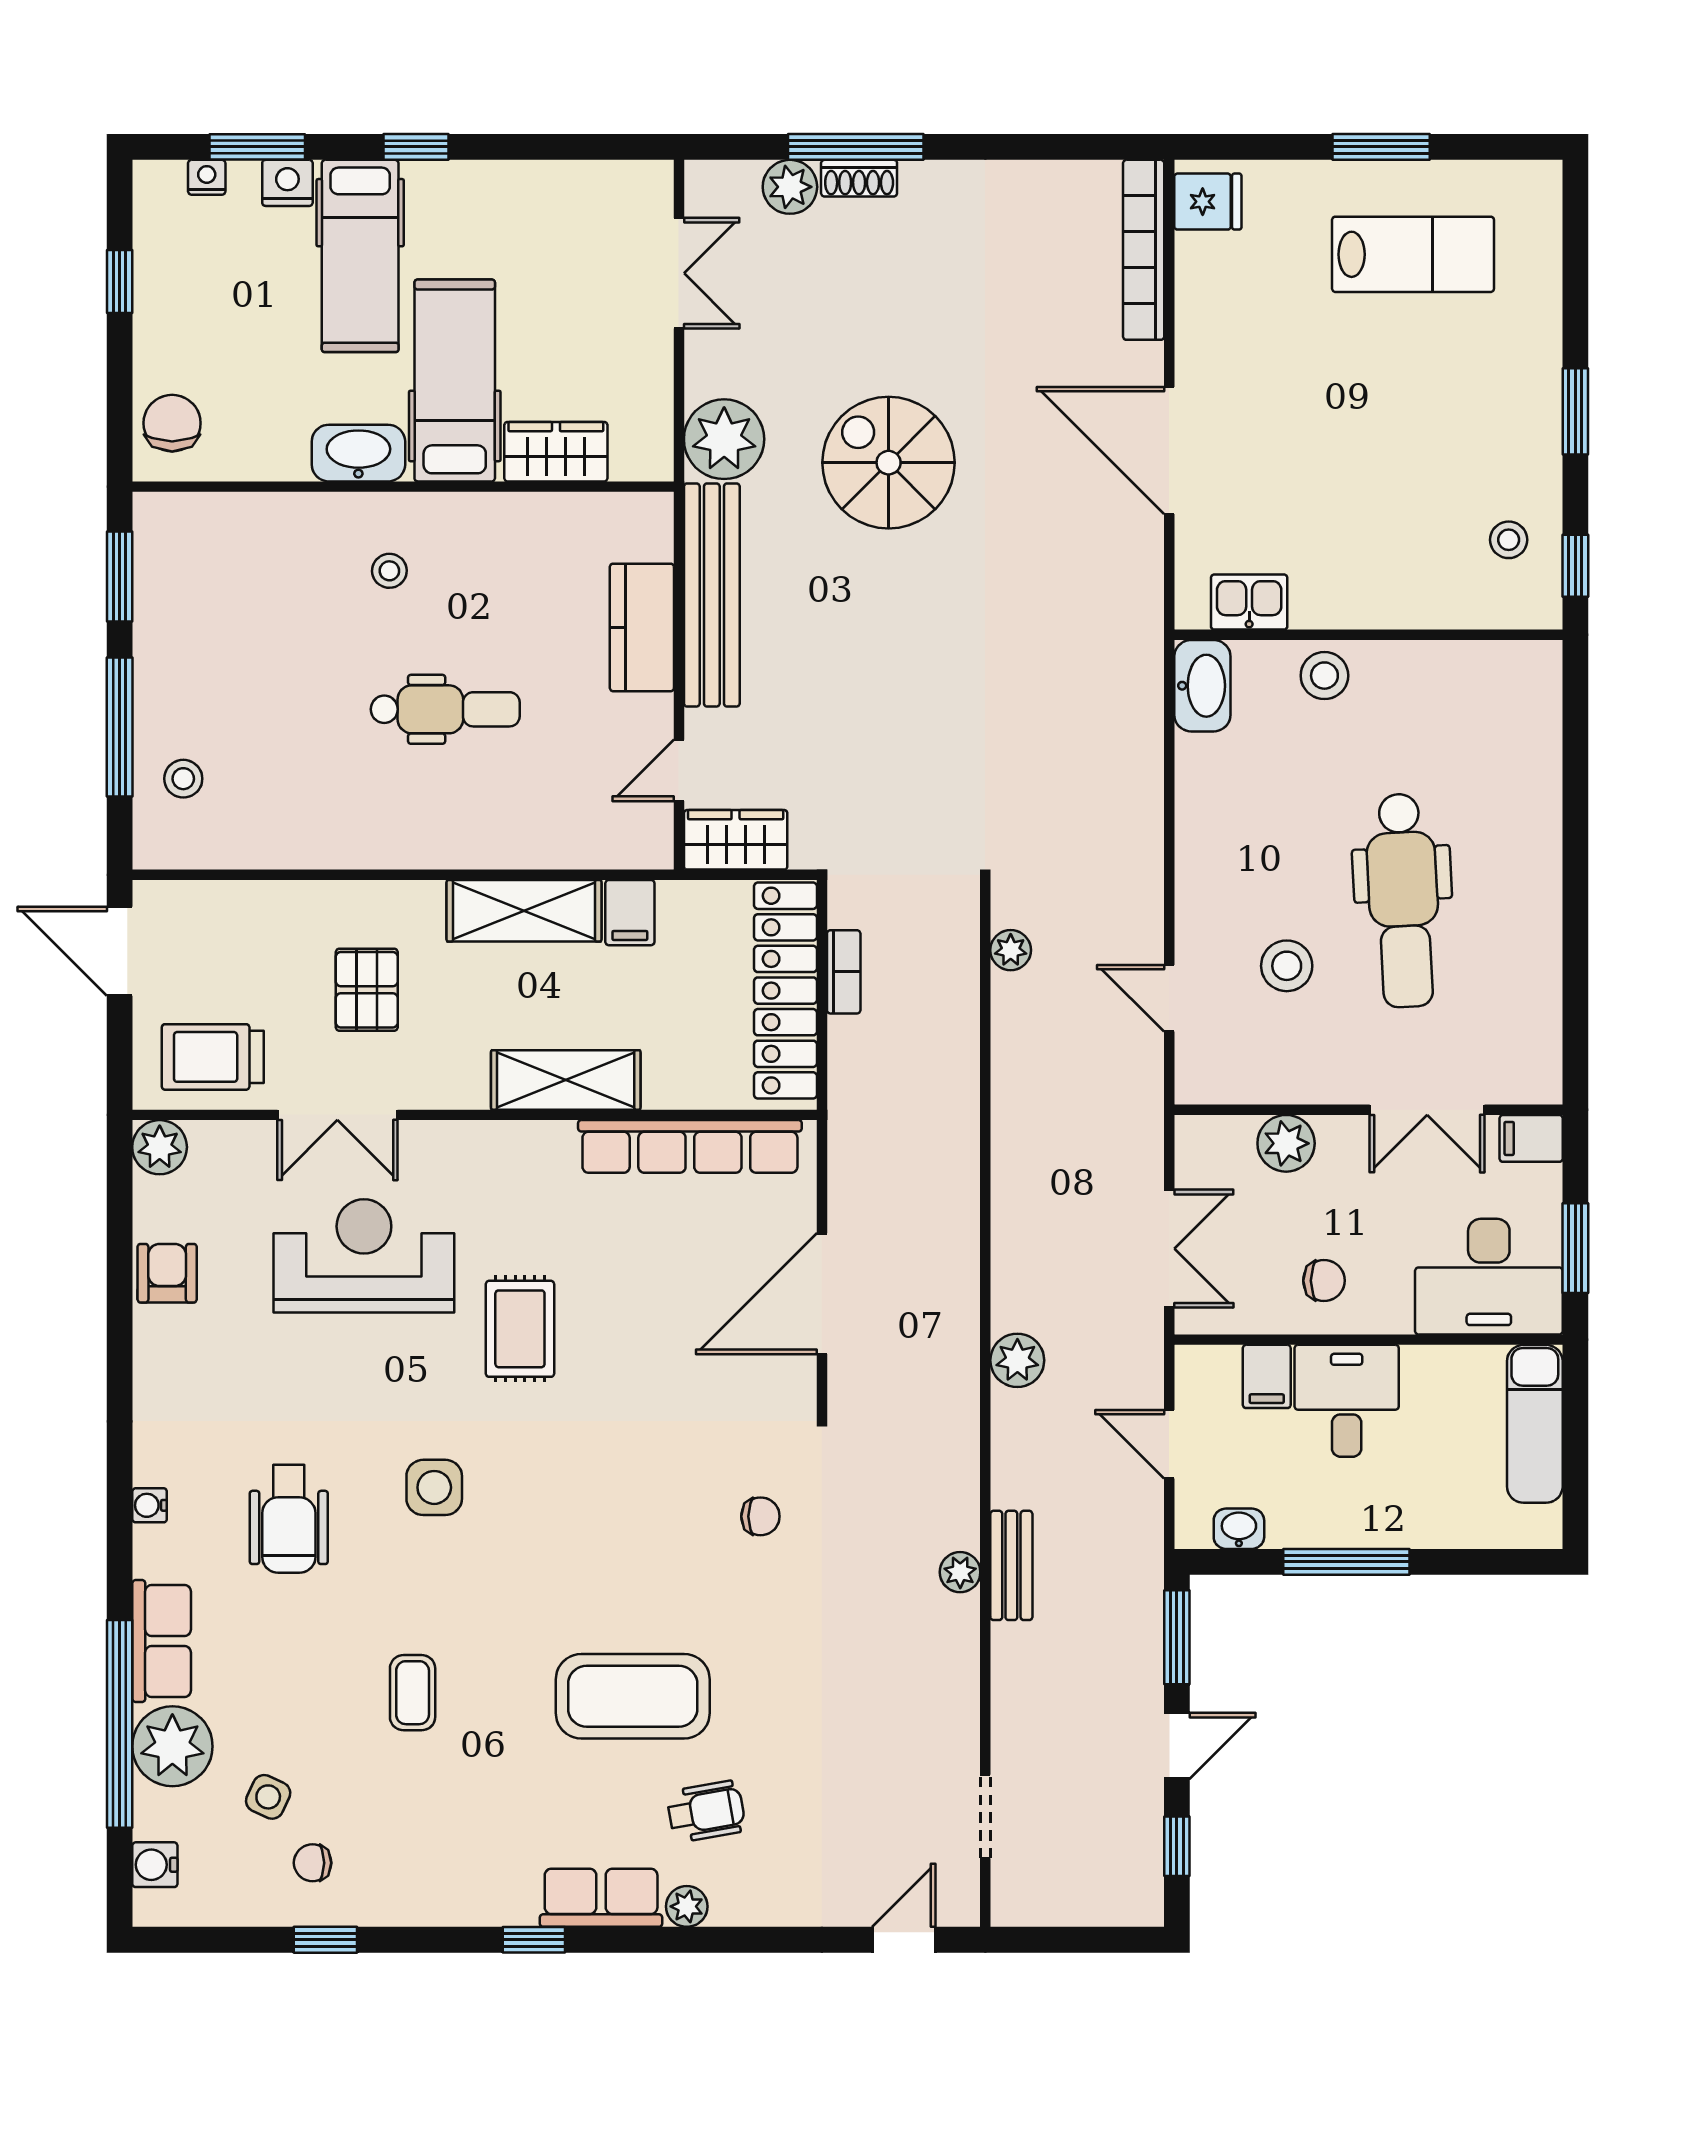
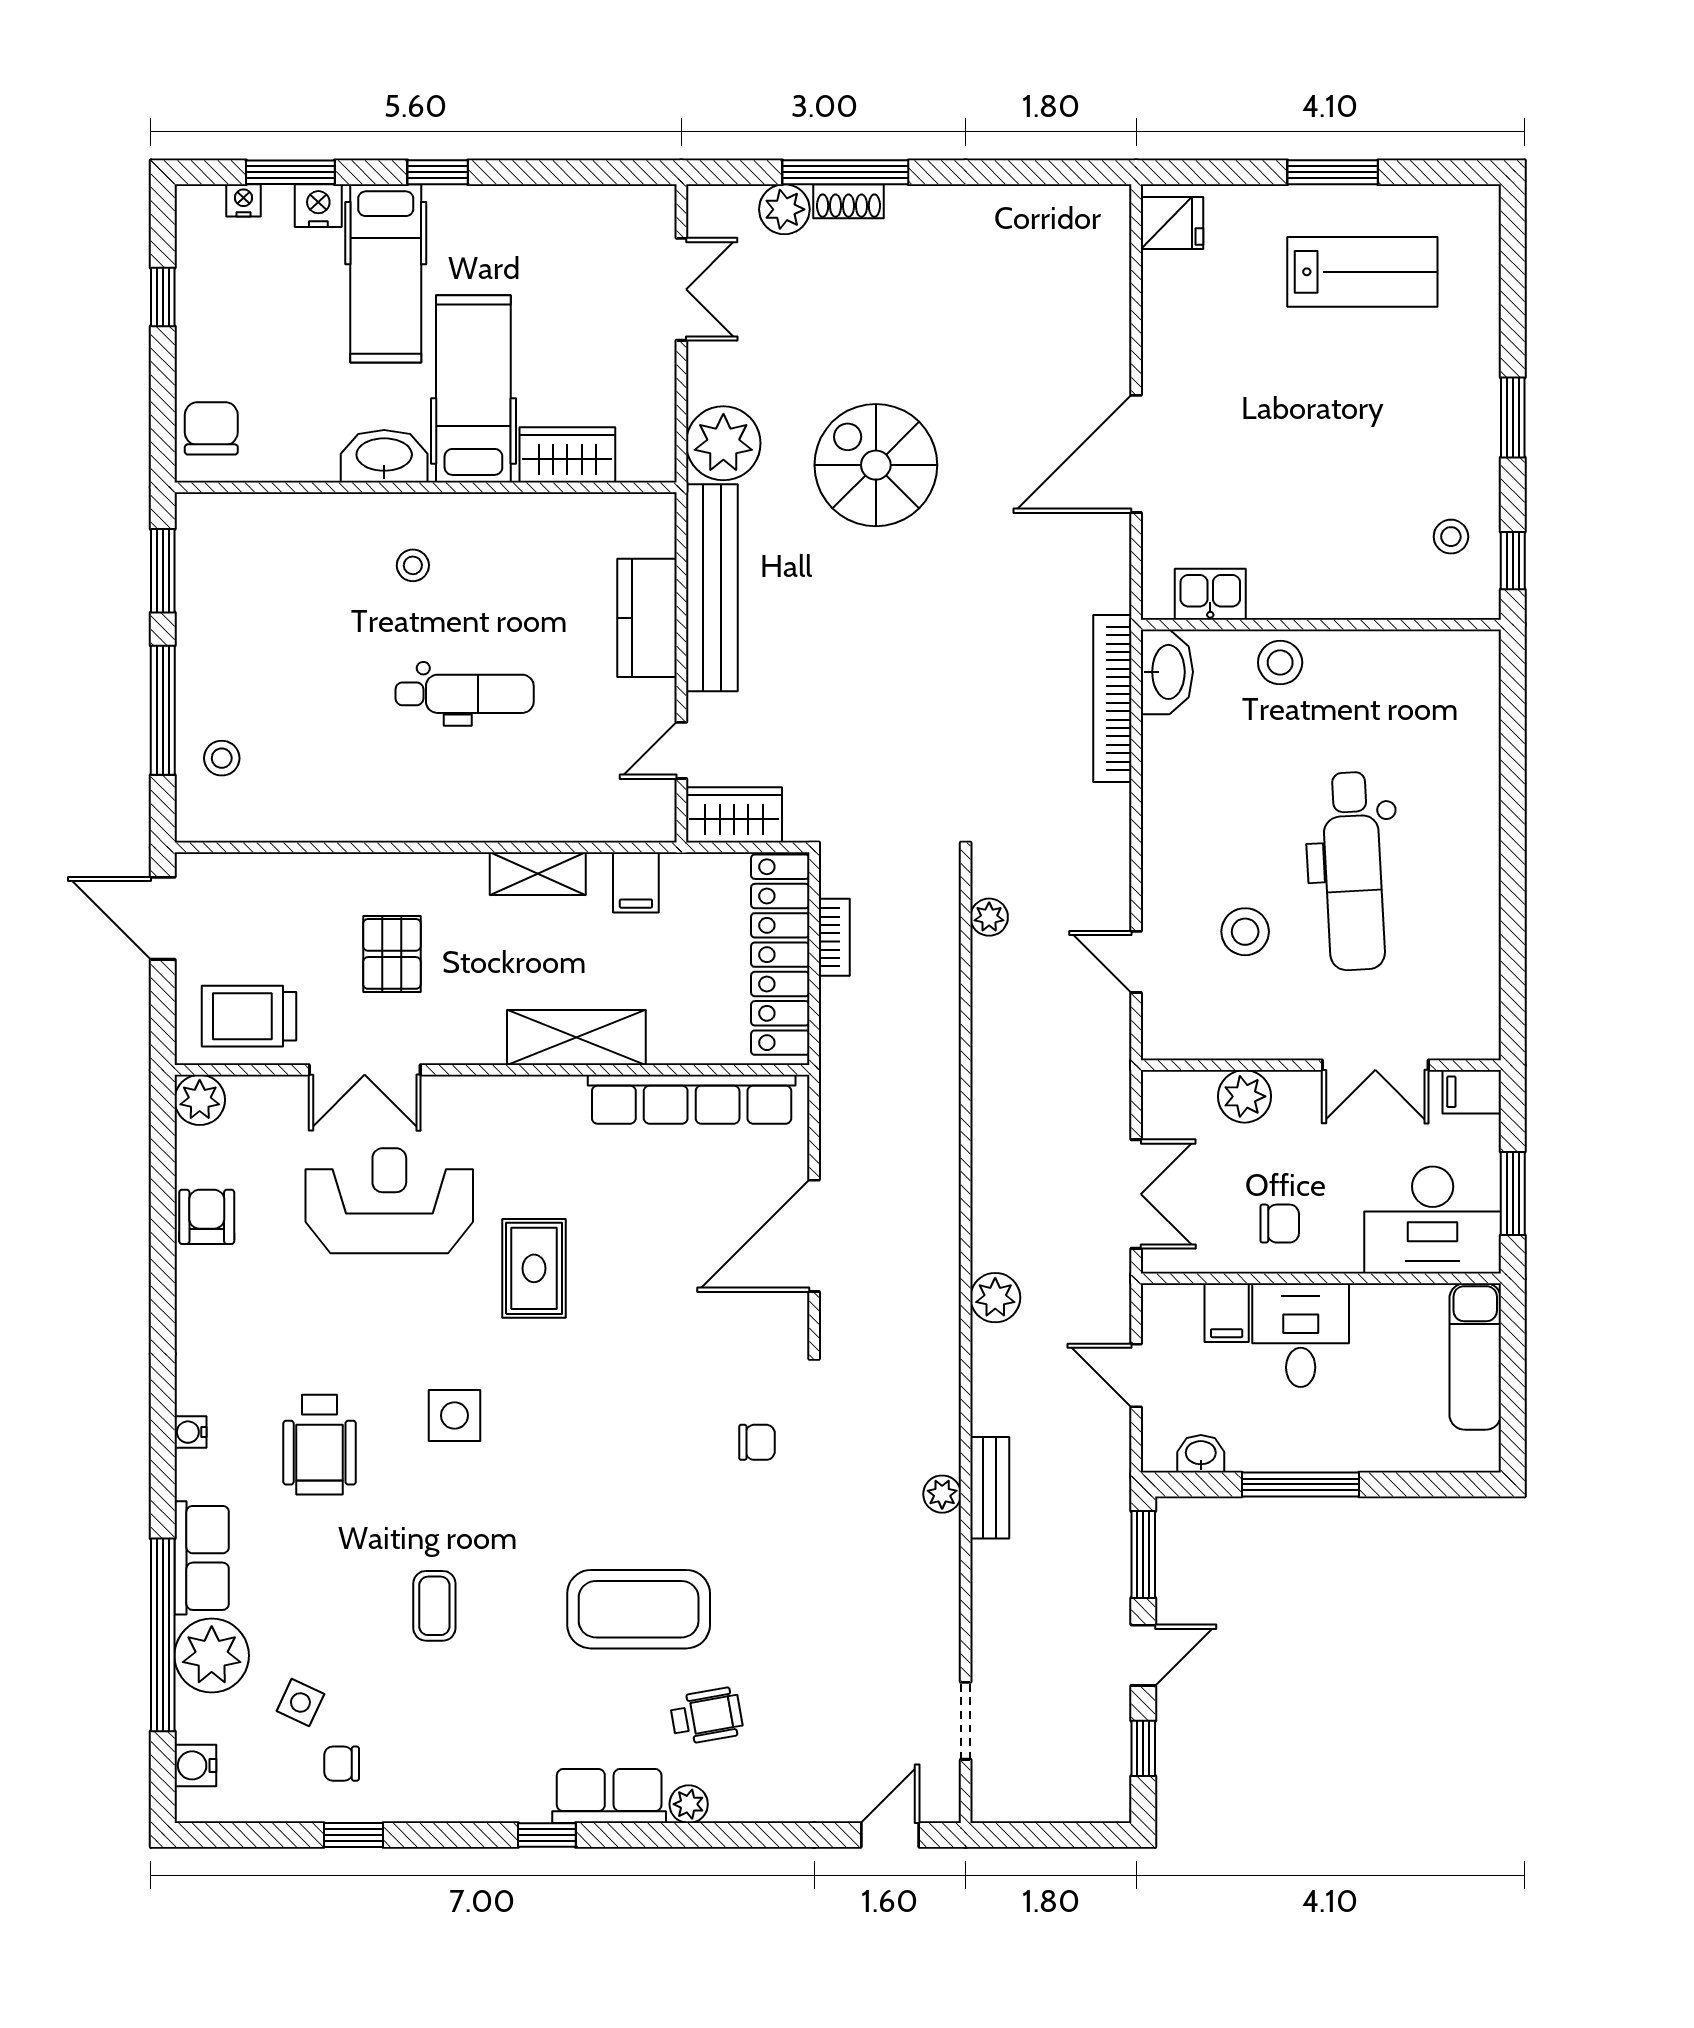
bookcase: (1144, 250) -> (1112, 698), moved
door: (1169, 451) -> (1136, 454), hinge flipped
shelving: (524, 911) -> (538, 874), width x0.67, depth x0.75

